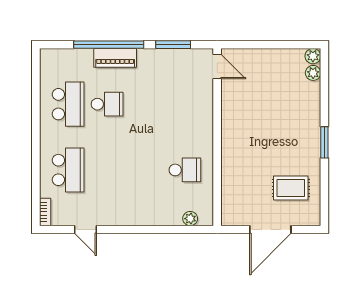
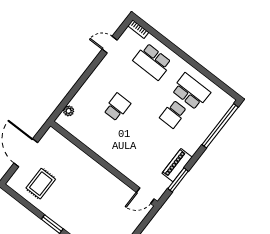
window: (109, 45) -> (220, 126), moved
piano: (115, 58) -> (177, 165), moved
school desk: (68, 104) -> (191, 91), turned 180
school desk: (185, 170) -> (117, 107), moved, turned 180

